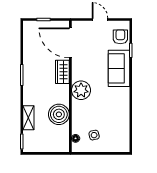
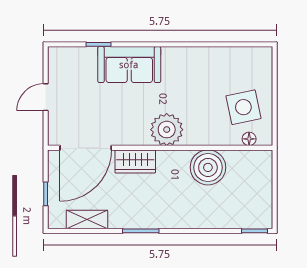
armchair: (120, 37) -> (75, 62), removed
shelving: (28, 118) -> (87, 220), moved
side table: (94, 135) -> (243, 107), width x1.87, depth x1.87

